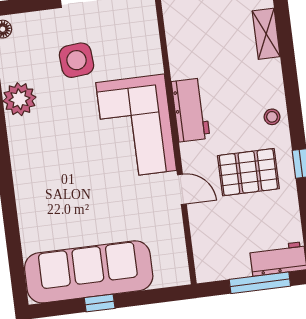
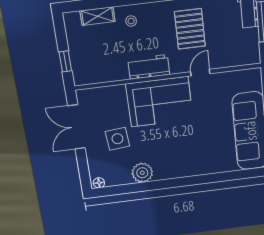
stool: (272, 117) -> (131, 21), moved

